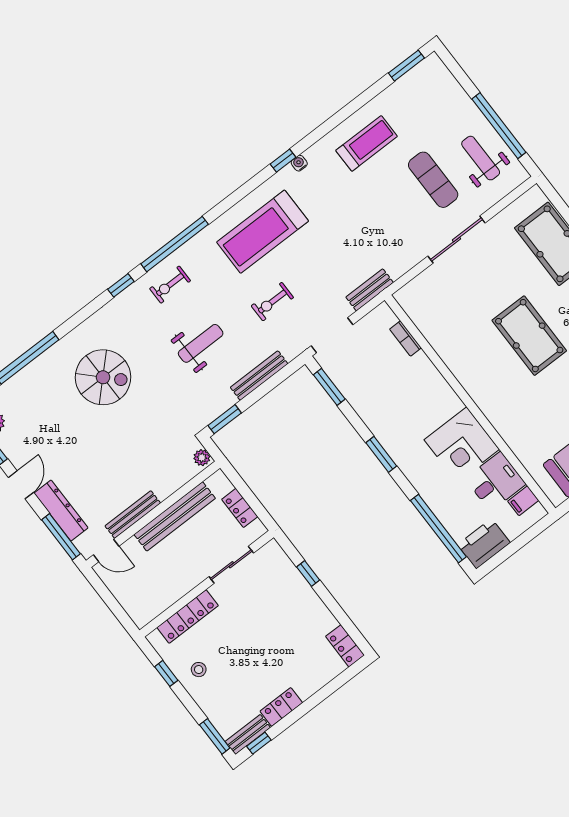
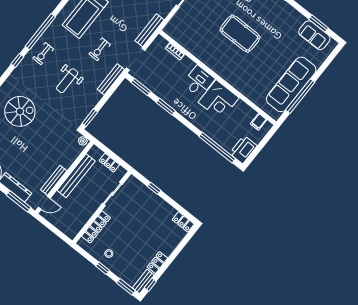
bench: (370, 290) -> (150, 30), width x1.36
weight bench: (201, 343) -> (67, 81), turned 180
bench: (259, 376) -> (111, 79), moved
window: (381, 454) -> (166, 107), moved
desk: (495, 481) -> (199, 81), moved
window: (166, 673) -> (103, 268), moved

